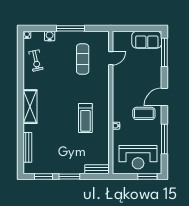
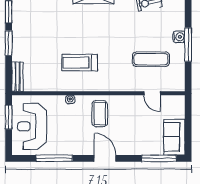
water cooler: (50, 36) -> (179, 37), moved
coffee table: (144, 113) -> (100, 114), moved
window: (147, 177) -> (9, 117), moved

